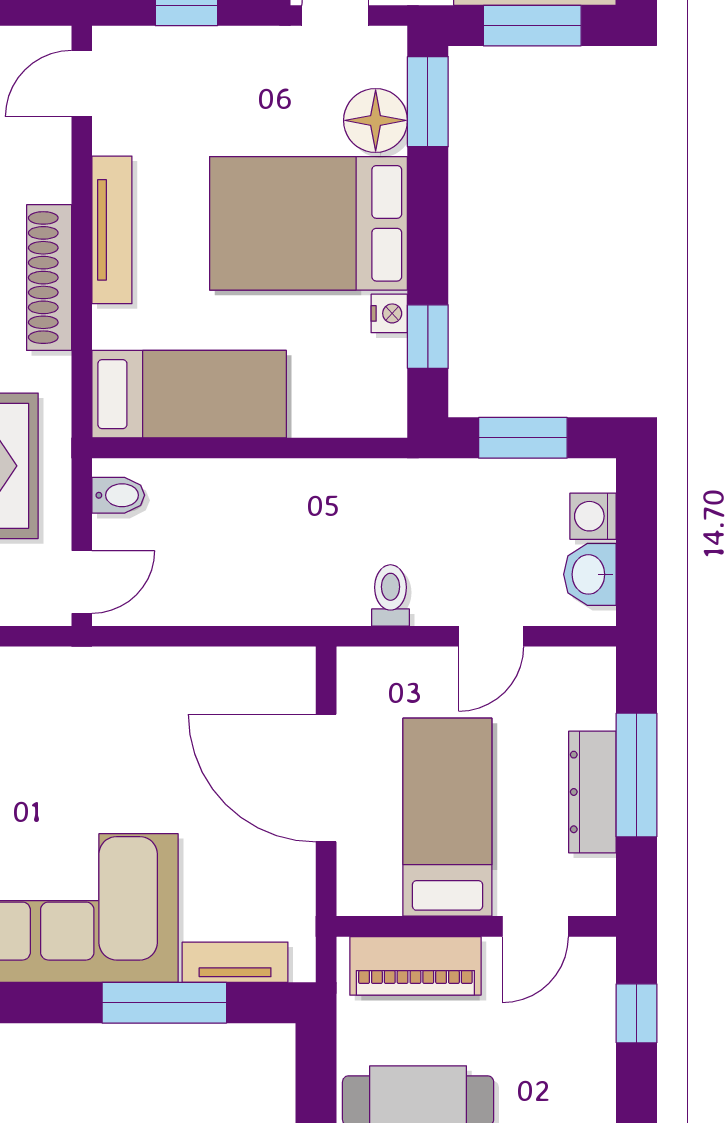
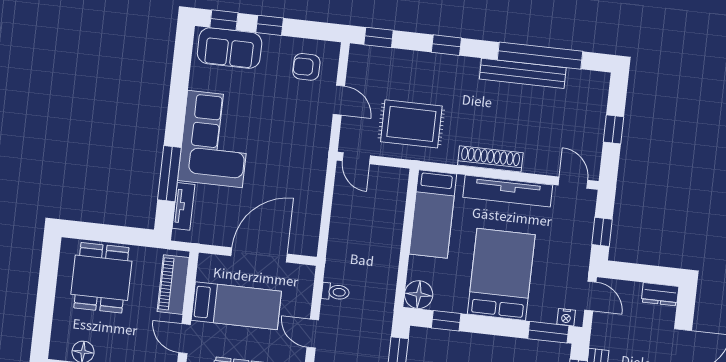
floor lamp: (376, 120) -> (419, 295), moved
tv unit: (112, 230) -> (508, 191), width x1.36, depth x1.29
nightstand: (389, 313) -> (566, 317), moved
bidet: (118, 495) -> (392, 178), removed

